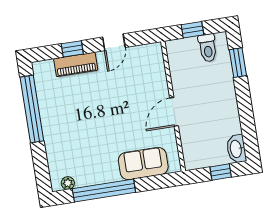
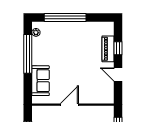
window: (32, 109) -> (65, 18), moved
door: (174, 112) -> (69, 105), hinge flipped

